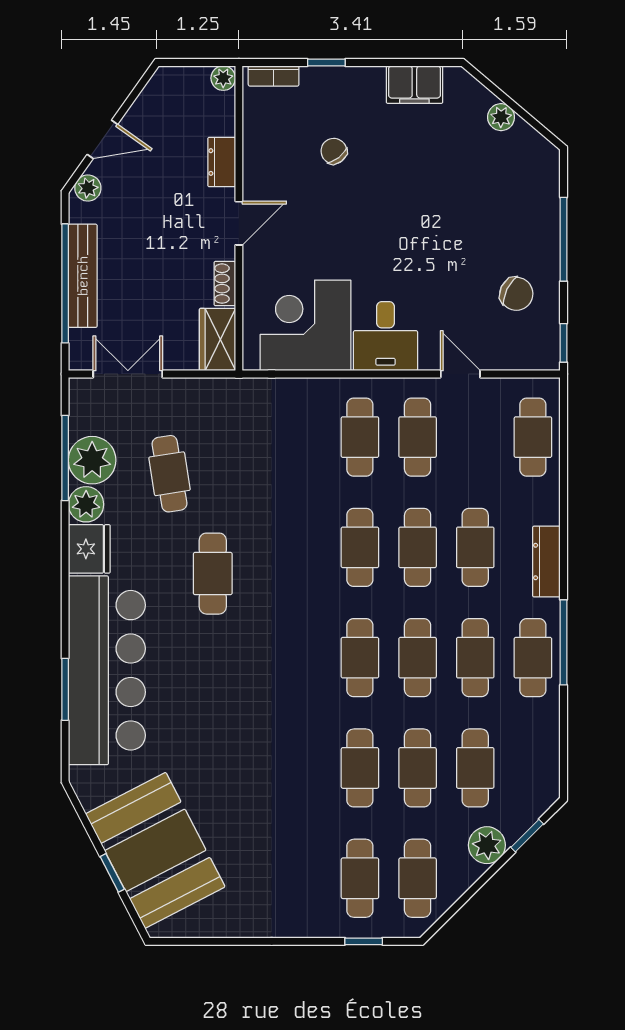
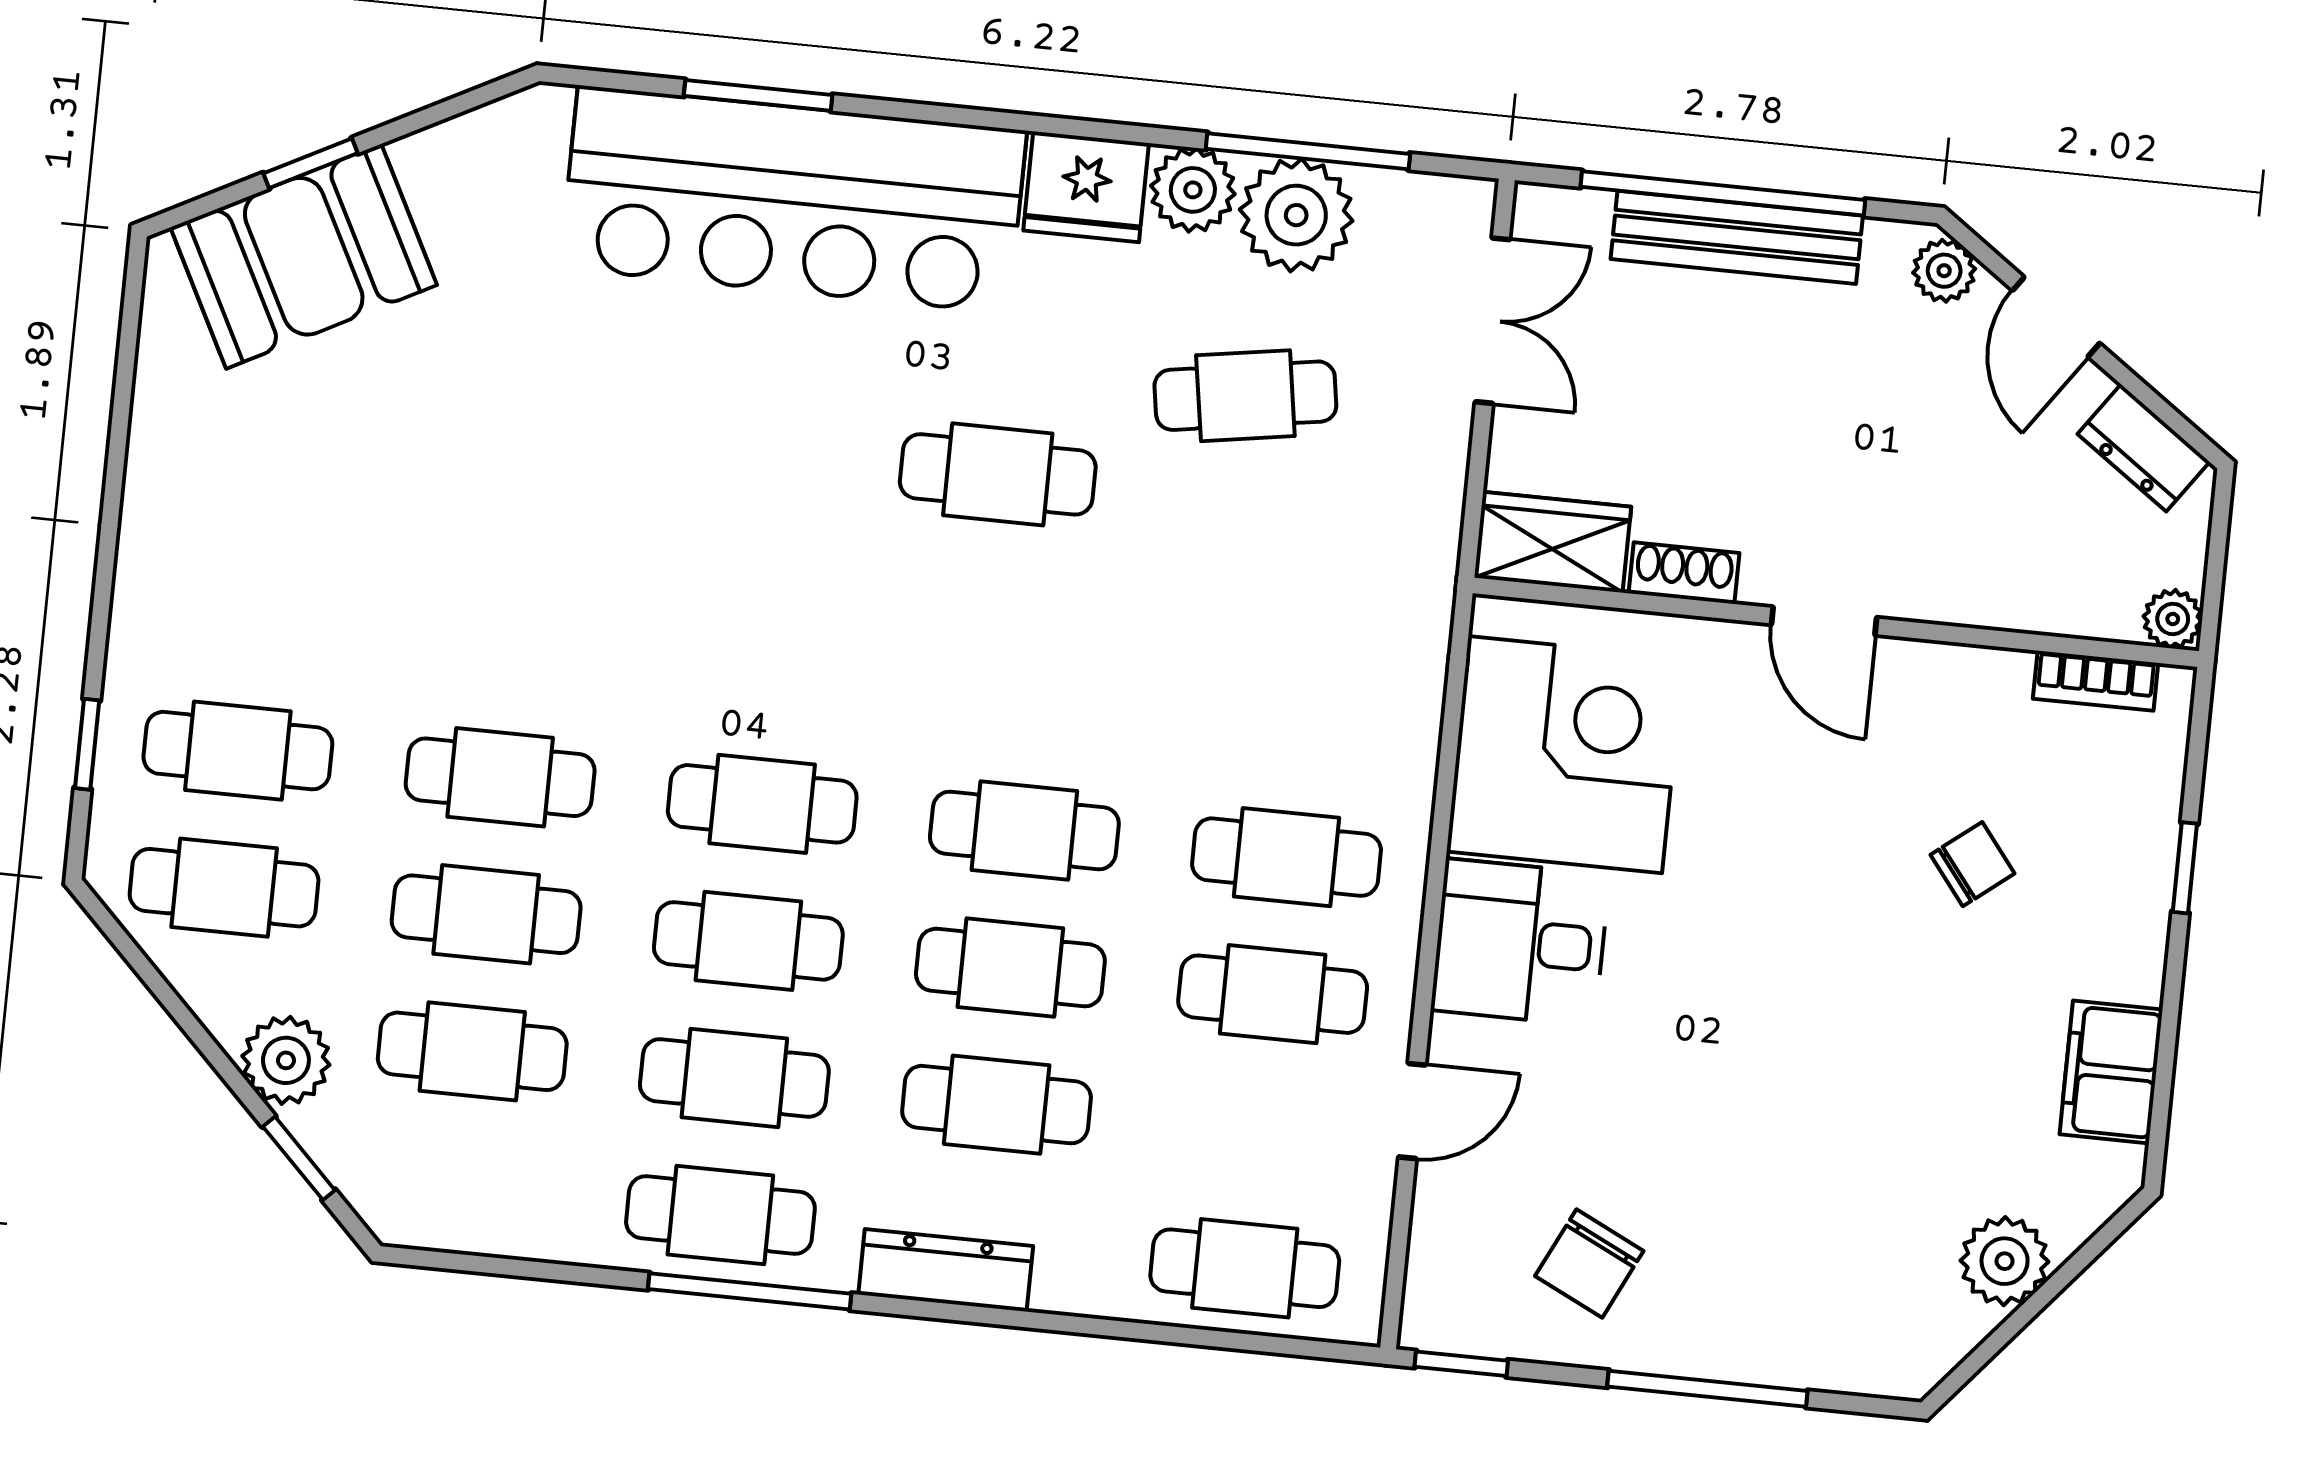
bookcase: (274, 76) -> (2096, 681), moved, turned -90
plant: (501, 117) -> (2005, 1261), width x1.38, depth x1.38
dresser: (222, 162) -> (2144, 448), moved, turned -145
booth: (155, 850) -> (304, 256), width x0.73, depth x0.70

